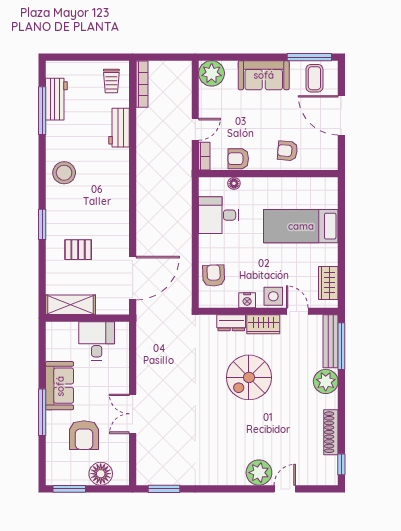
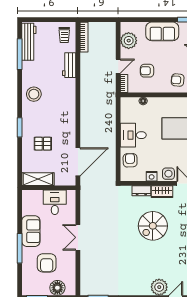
plant: (212, 73) -> (129, 41), moved
workbench: (56, 99) -> (29, 42), width x1.38
armchair: (238, 159) -> (147, 71), moved
desk: (219, 215) -> (133, 135), moved
double door: (133, 414) -> (78, 237), moved

